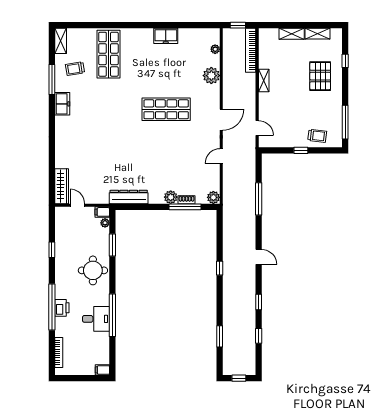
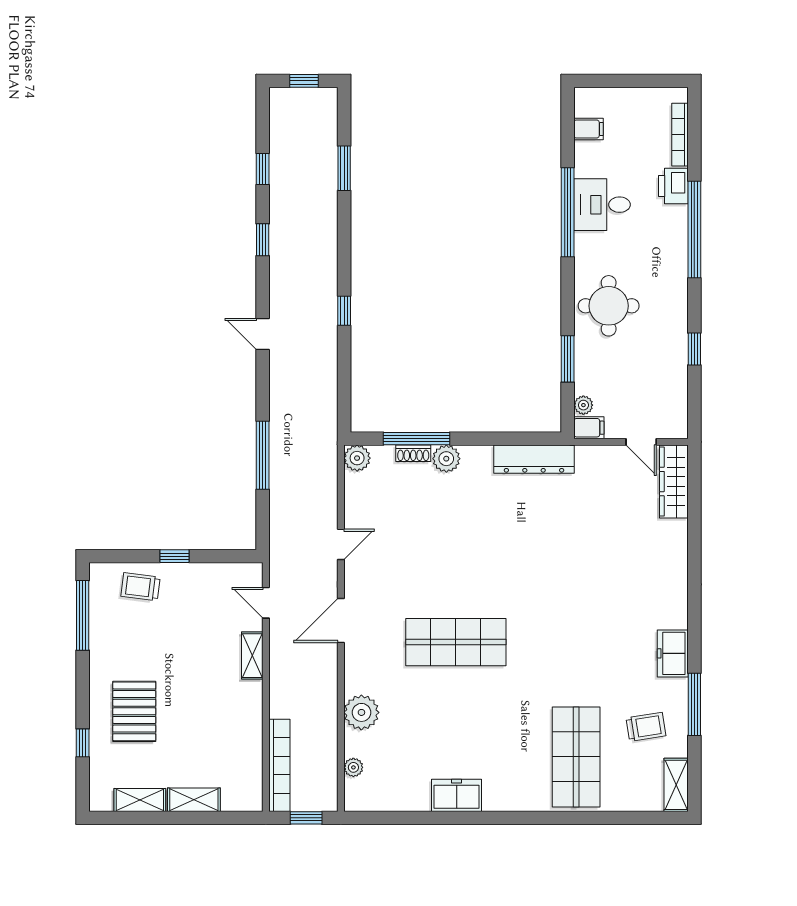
shelving: (264, 81) -> (252, 656), moved
printer: (62, 308) -> (673, 186), moved
filing cabinet: (102, 370) -> (589, 129), moved

